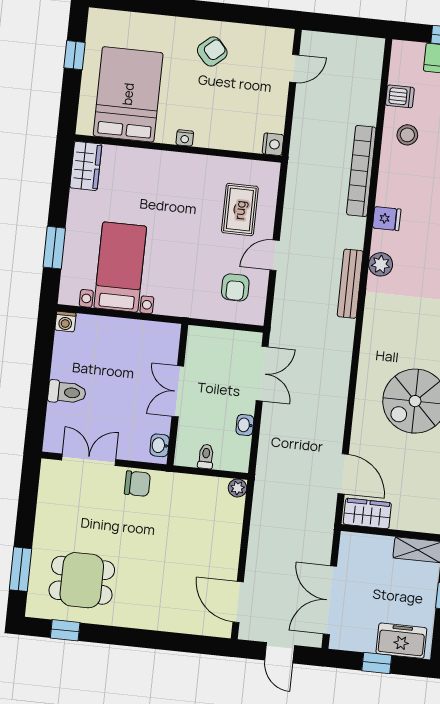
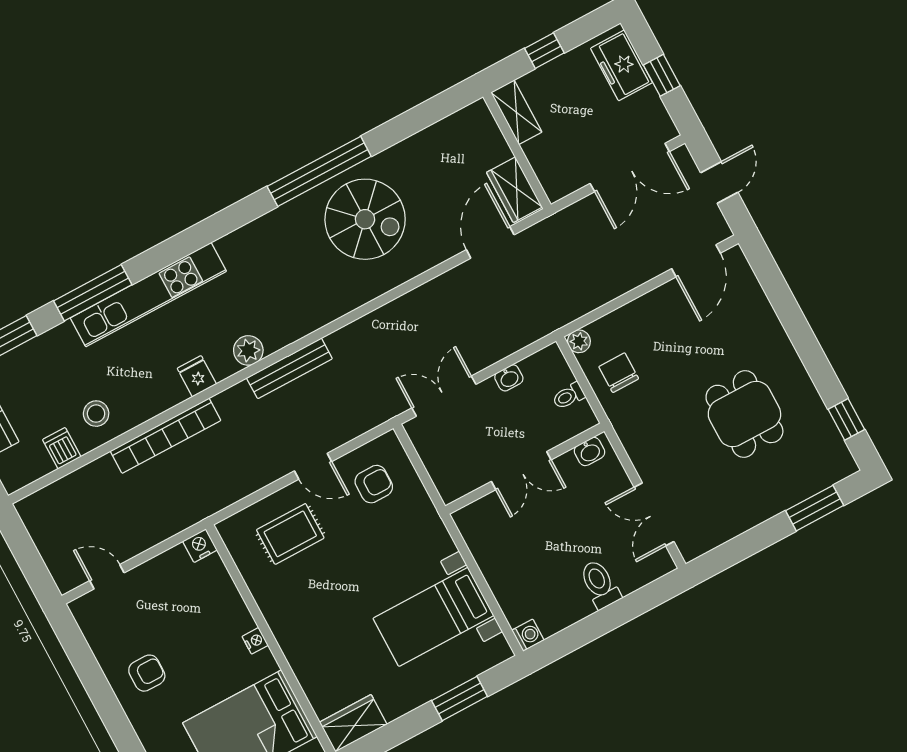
armchair: (212, 51) -> (147, 673), turned 132
chair: (137, 484) -> (619, 373), moved
dining table: (82, 580) -> (744, 414), moved

